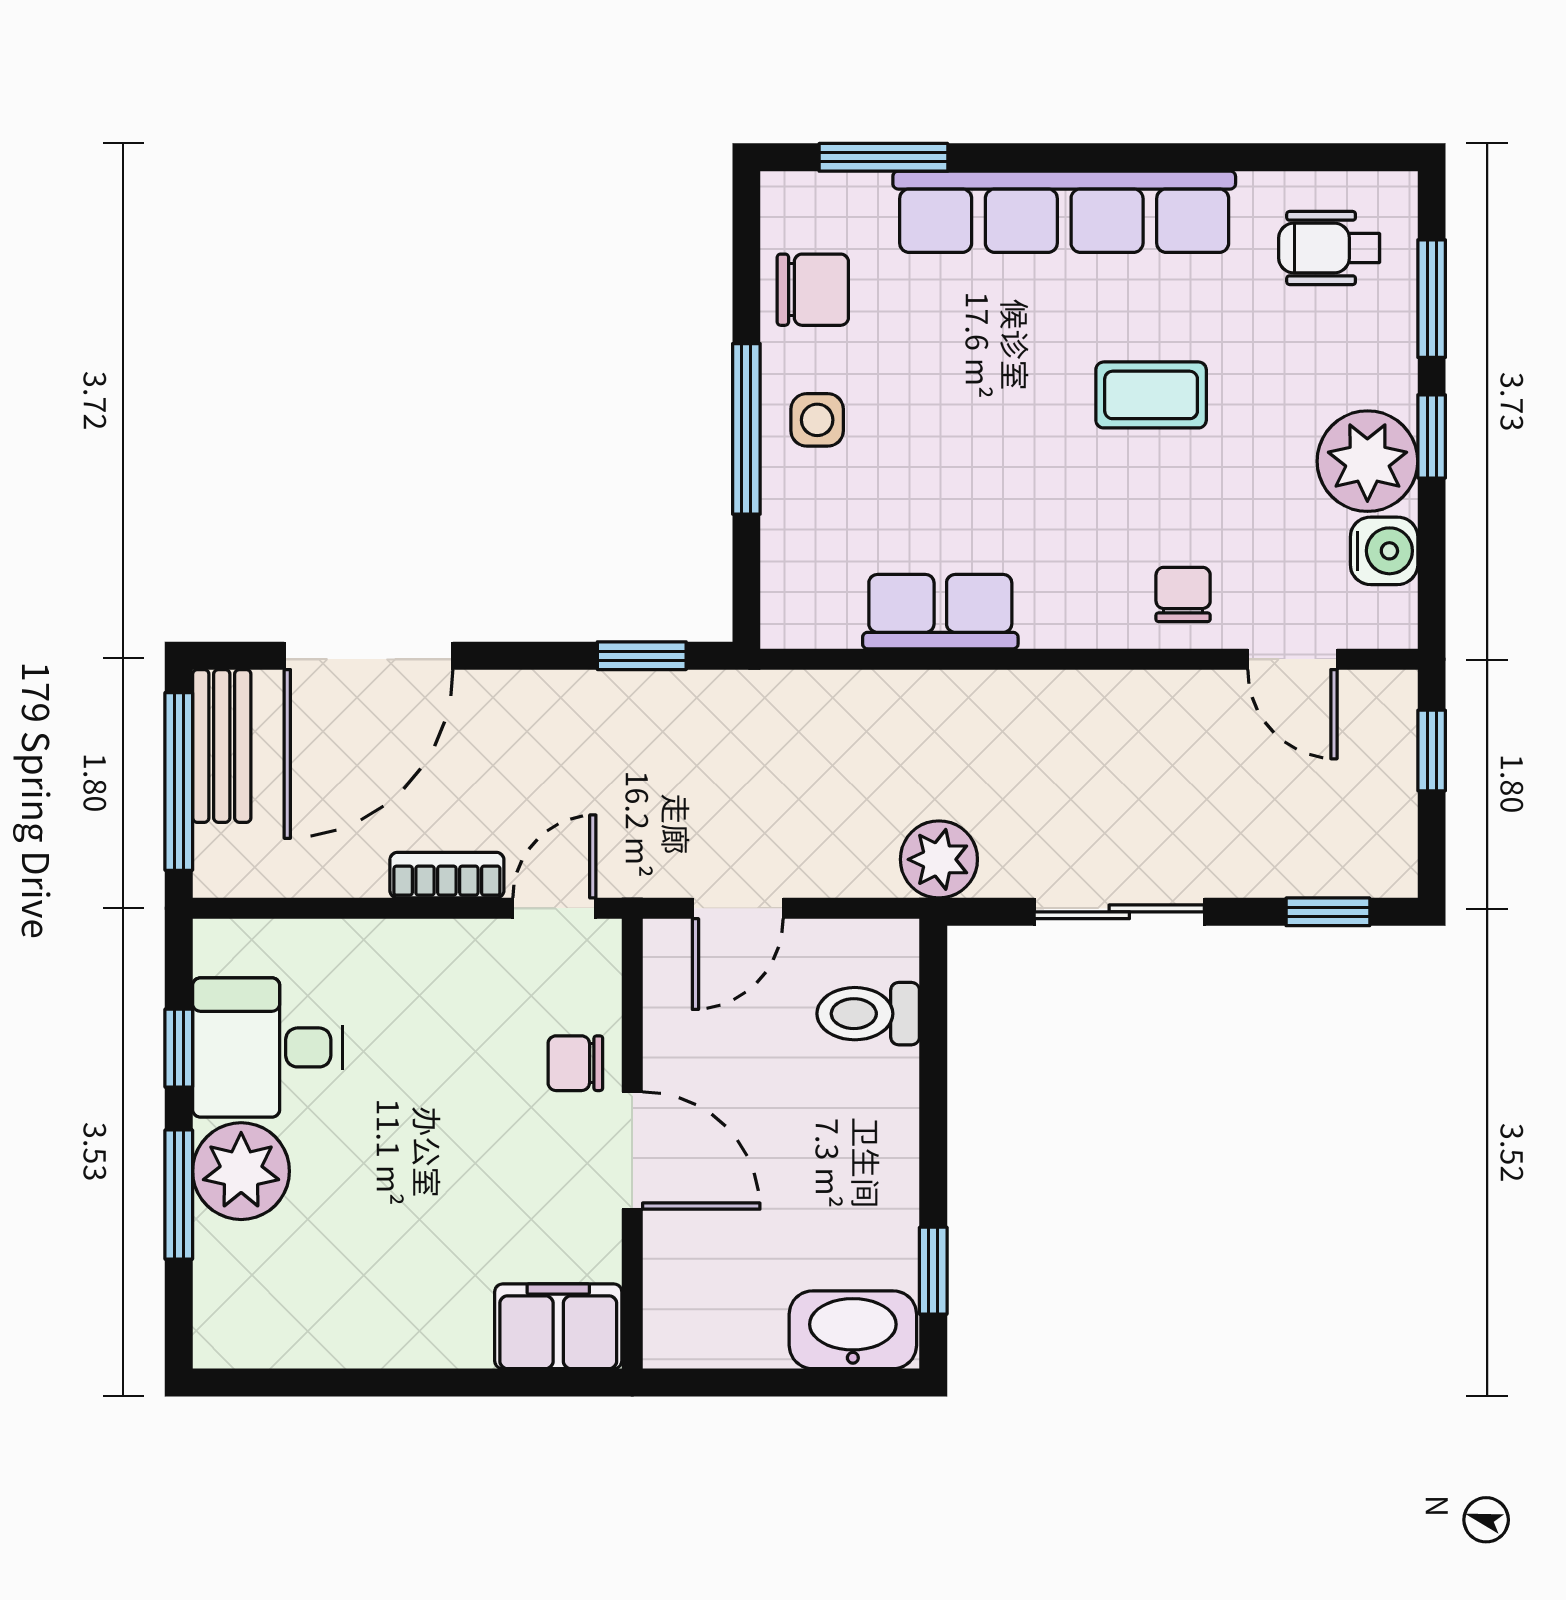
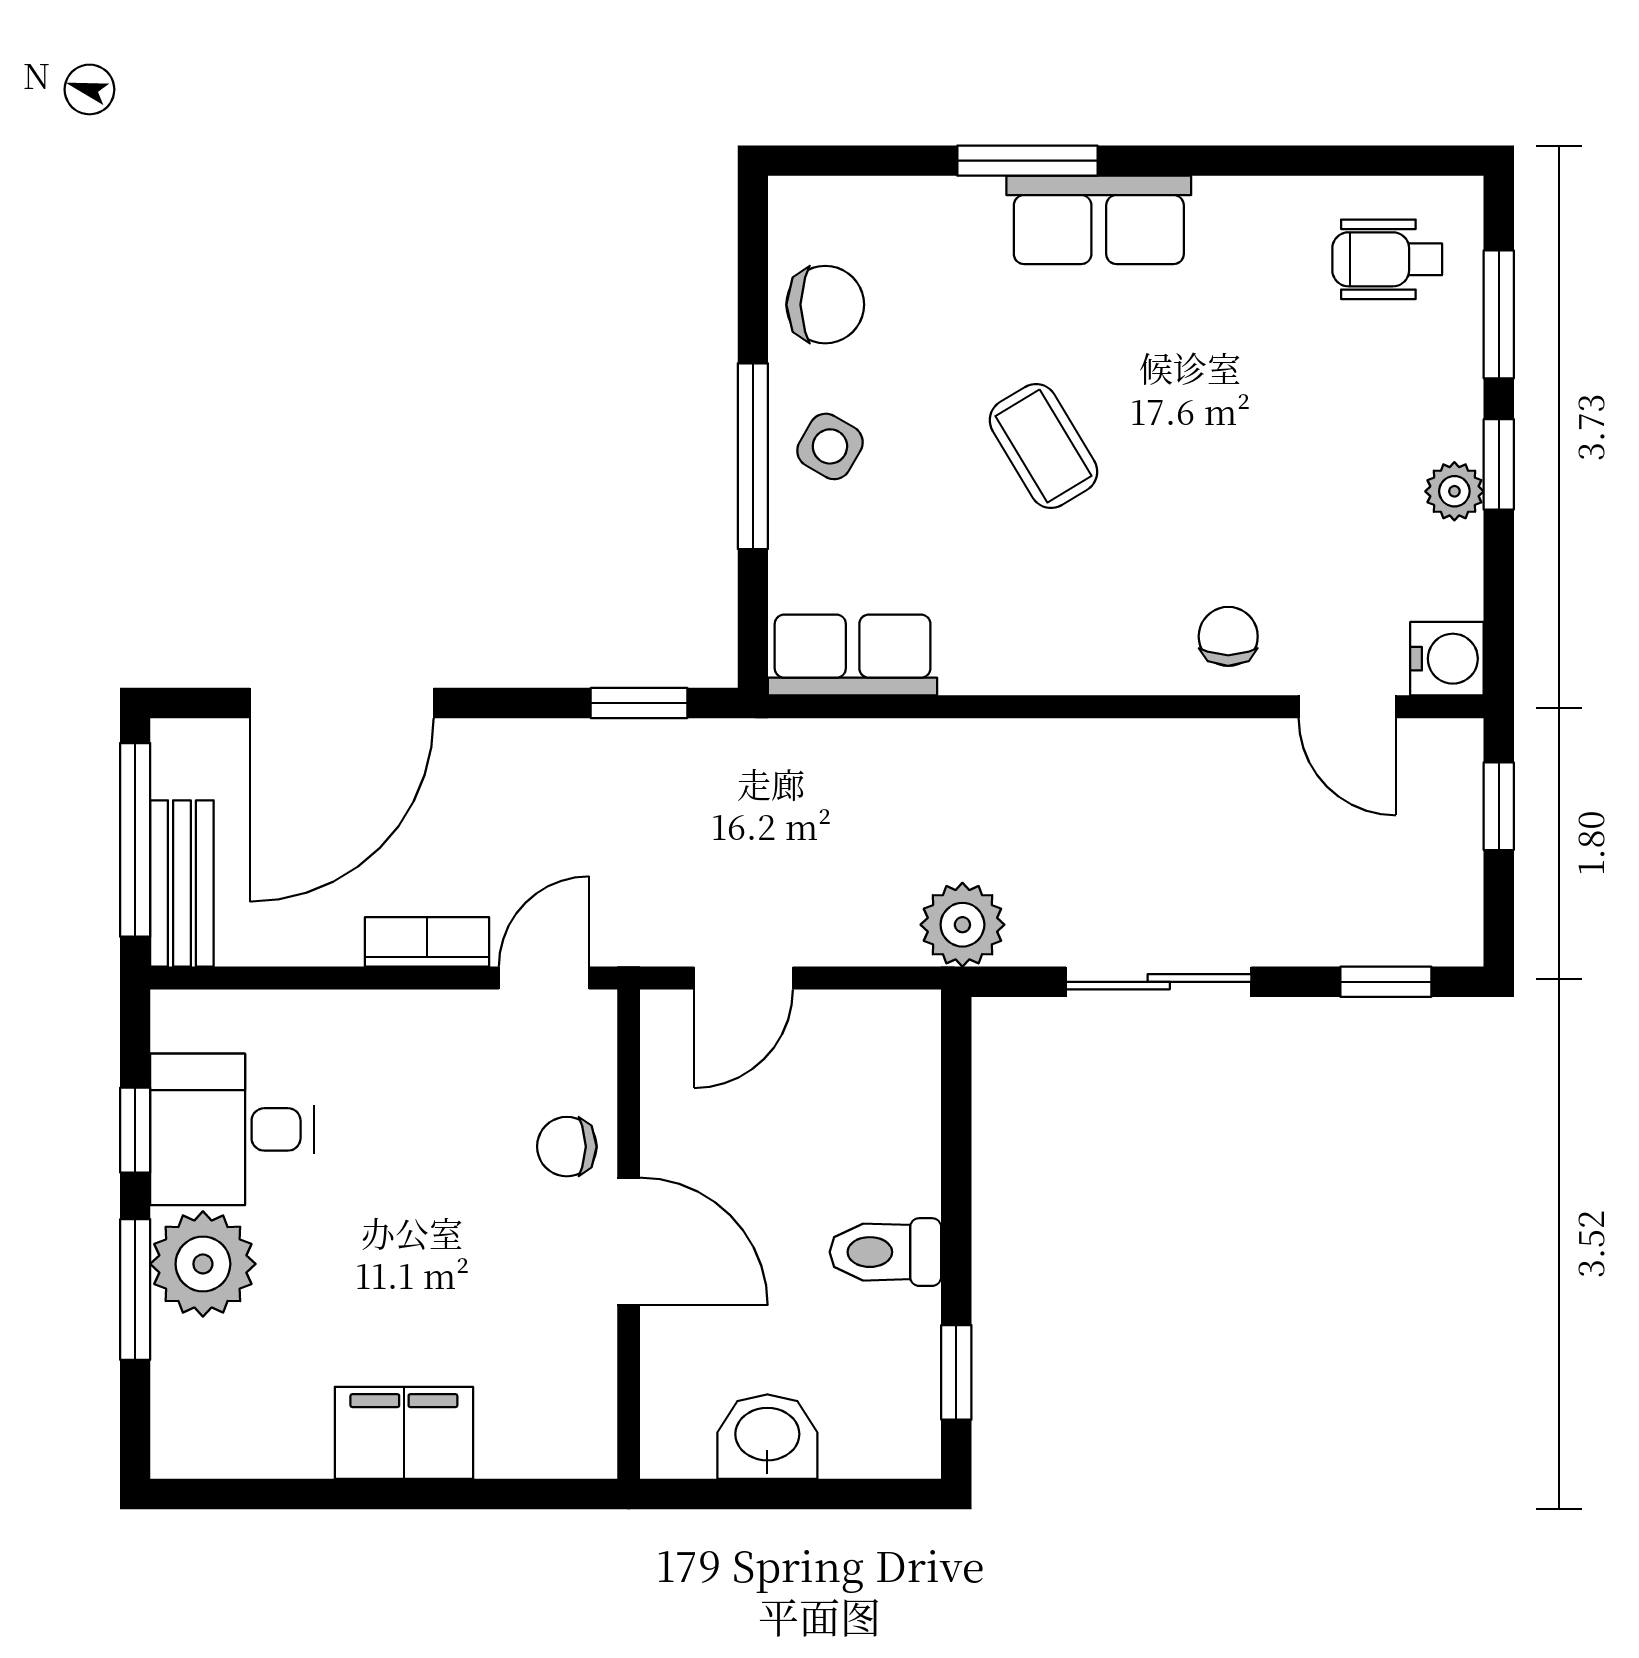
window: (883, 157) -> (1027, 161), moved
row of seats: (1064, 212) -> (1099, 220), width x0.50
coffee table: (1151, 395) -> (1043, 446), moved, turned 59
side table: (817, 420) -> (830, 446), turned 30
plant: (1367, 461) -> (1454, 491), width x0.53, depth x0.53
water cooler: (1384, 551) -> (1447, 659), moved
row of seats: (940, 612) -> (853, 655), moved
bench: (222, 746) -> (182, 883), moved
toilet: (868, 1014) -> (885, 1252), moved
filing cabinet: (558, 1326) -> (404, 1433), moved
washbasin: (853, 1330) -> (767, 1437), moved, width x0.72

